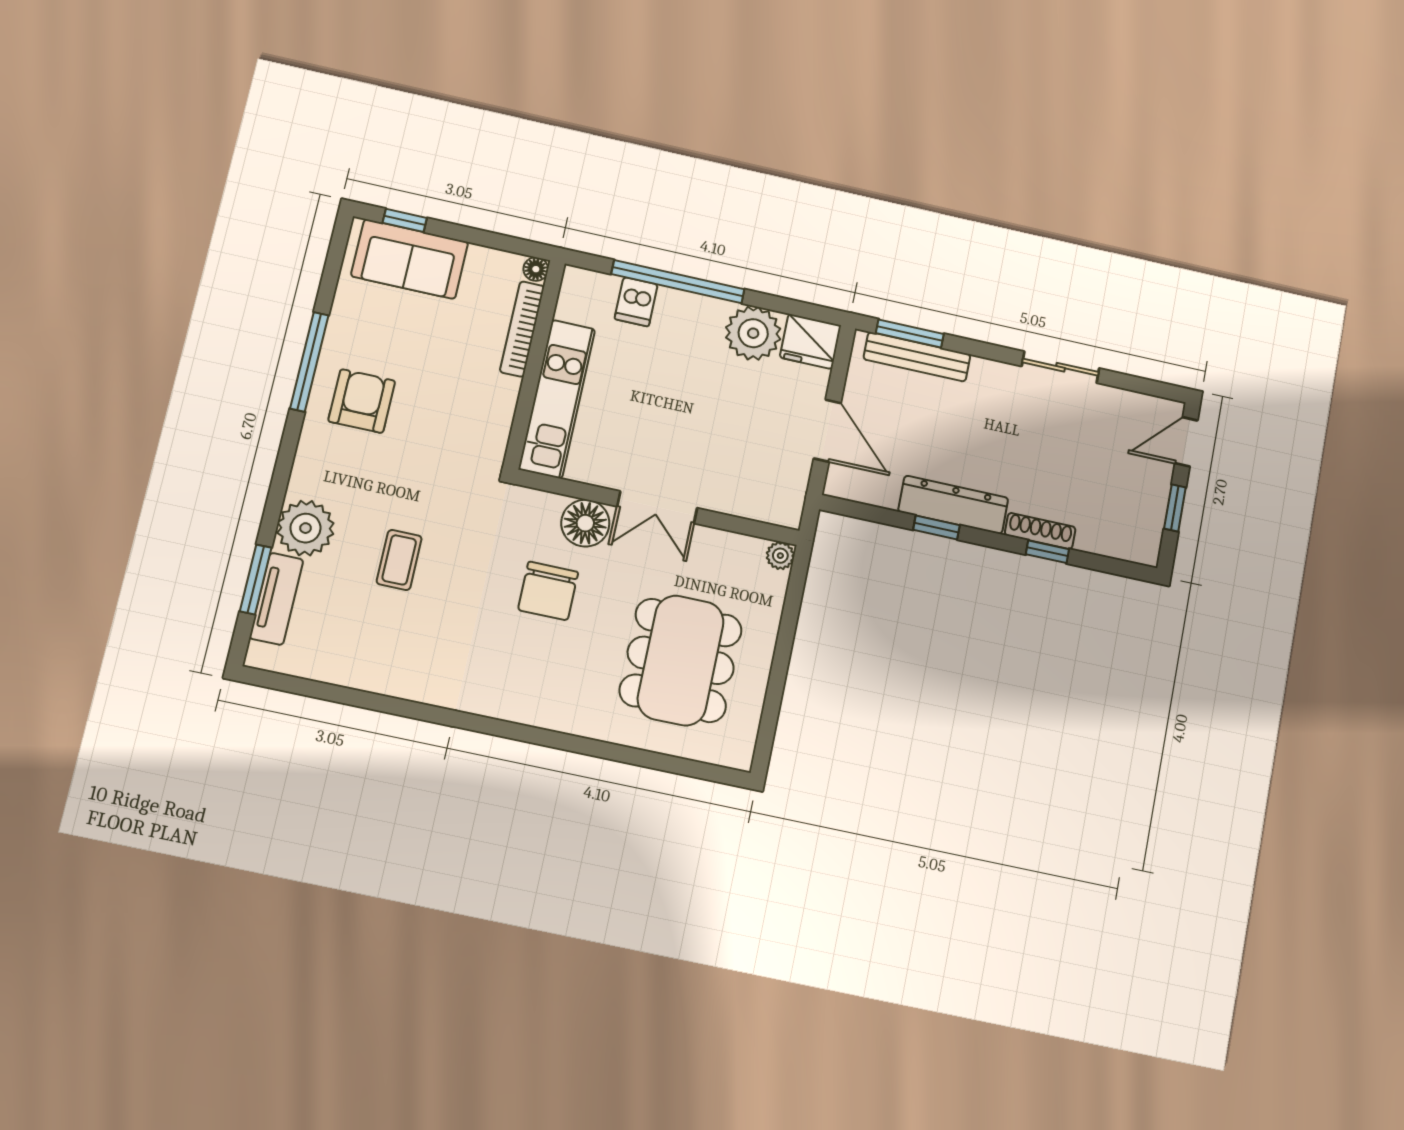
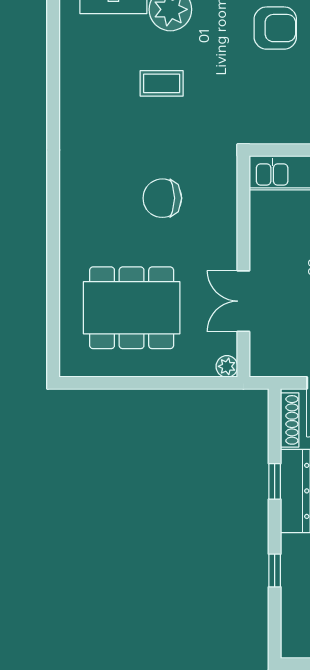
double door: (657, 507) -> (243, 301), moved
floor lamp: (585, 523) -> (219, 215), removed
shoe rack: (1040, 531) -> (290, 420), moved

